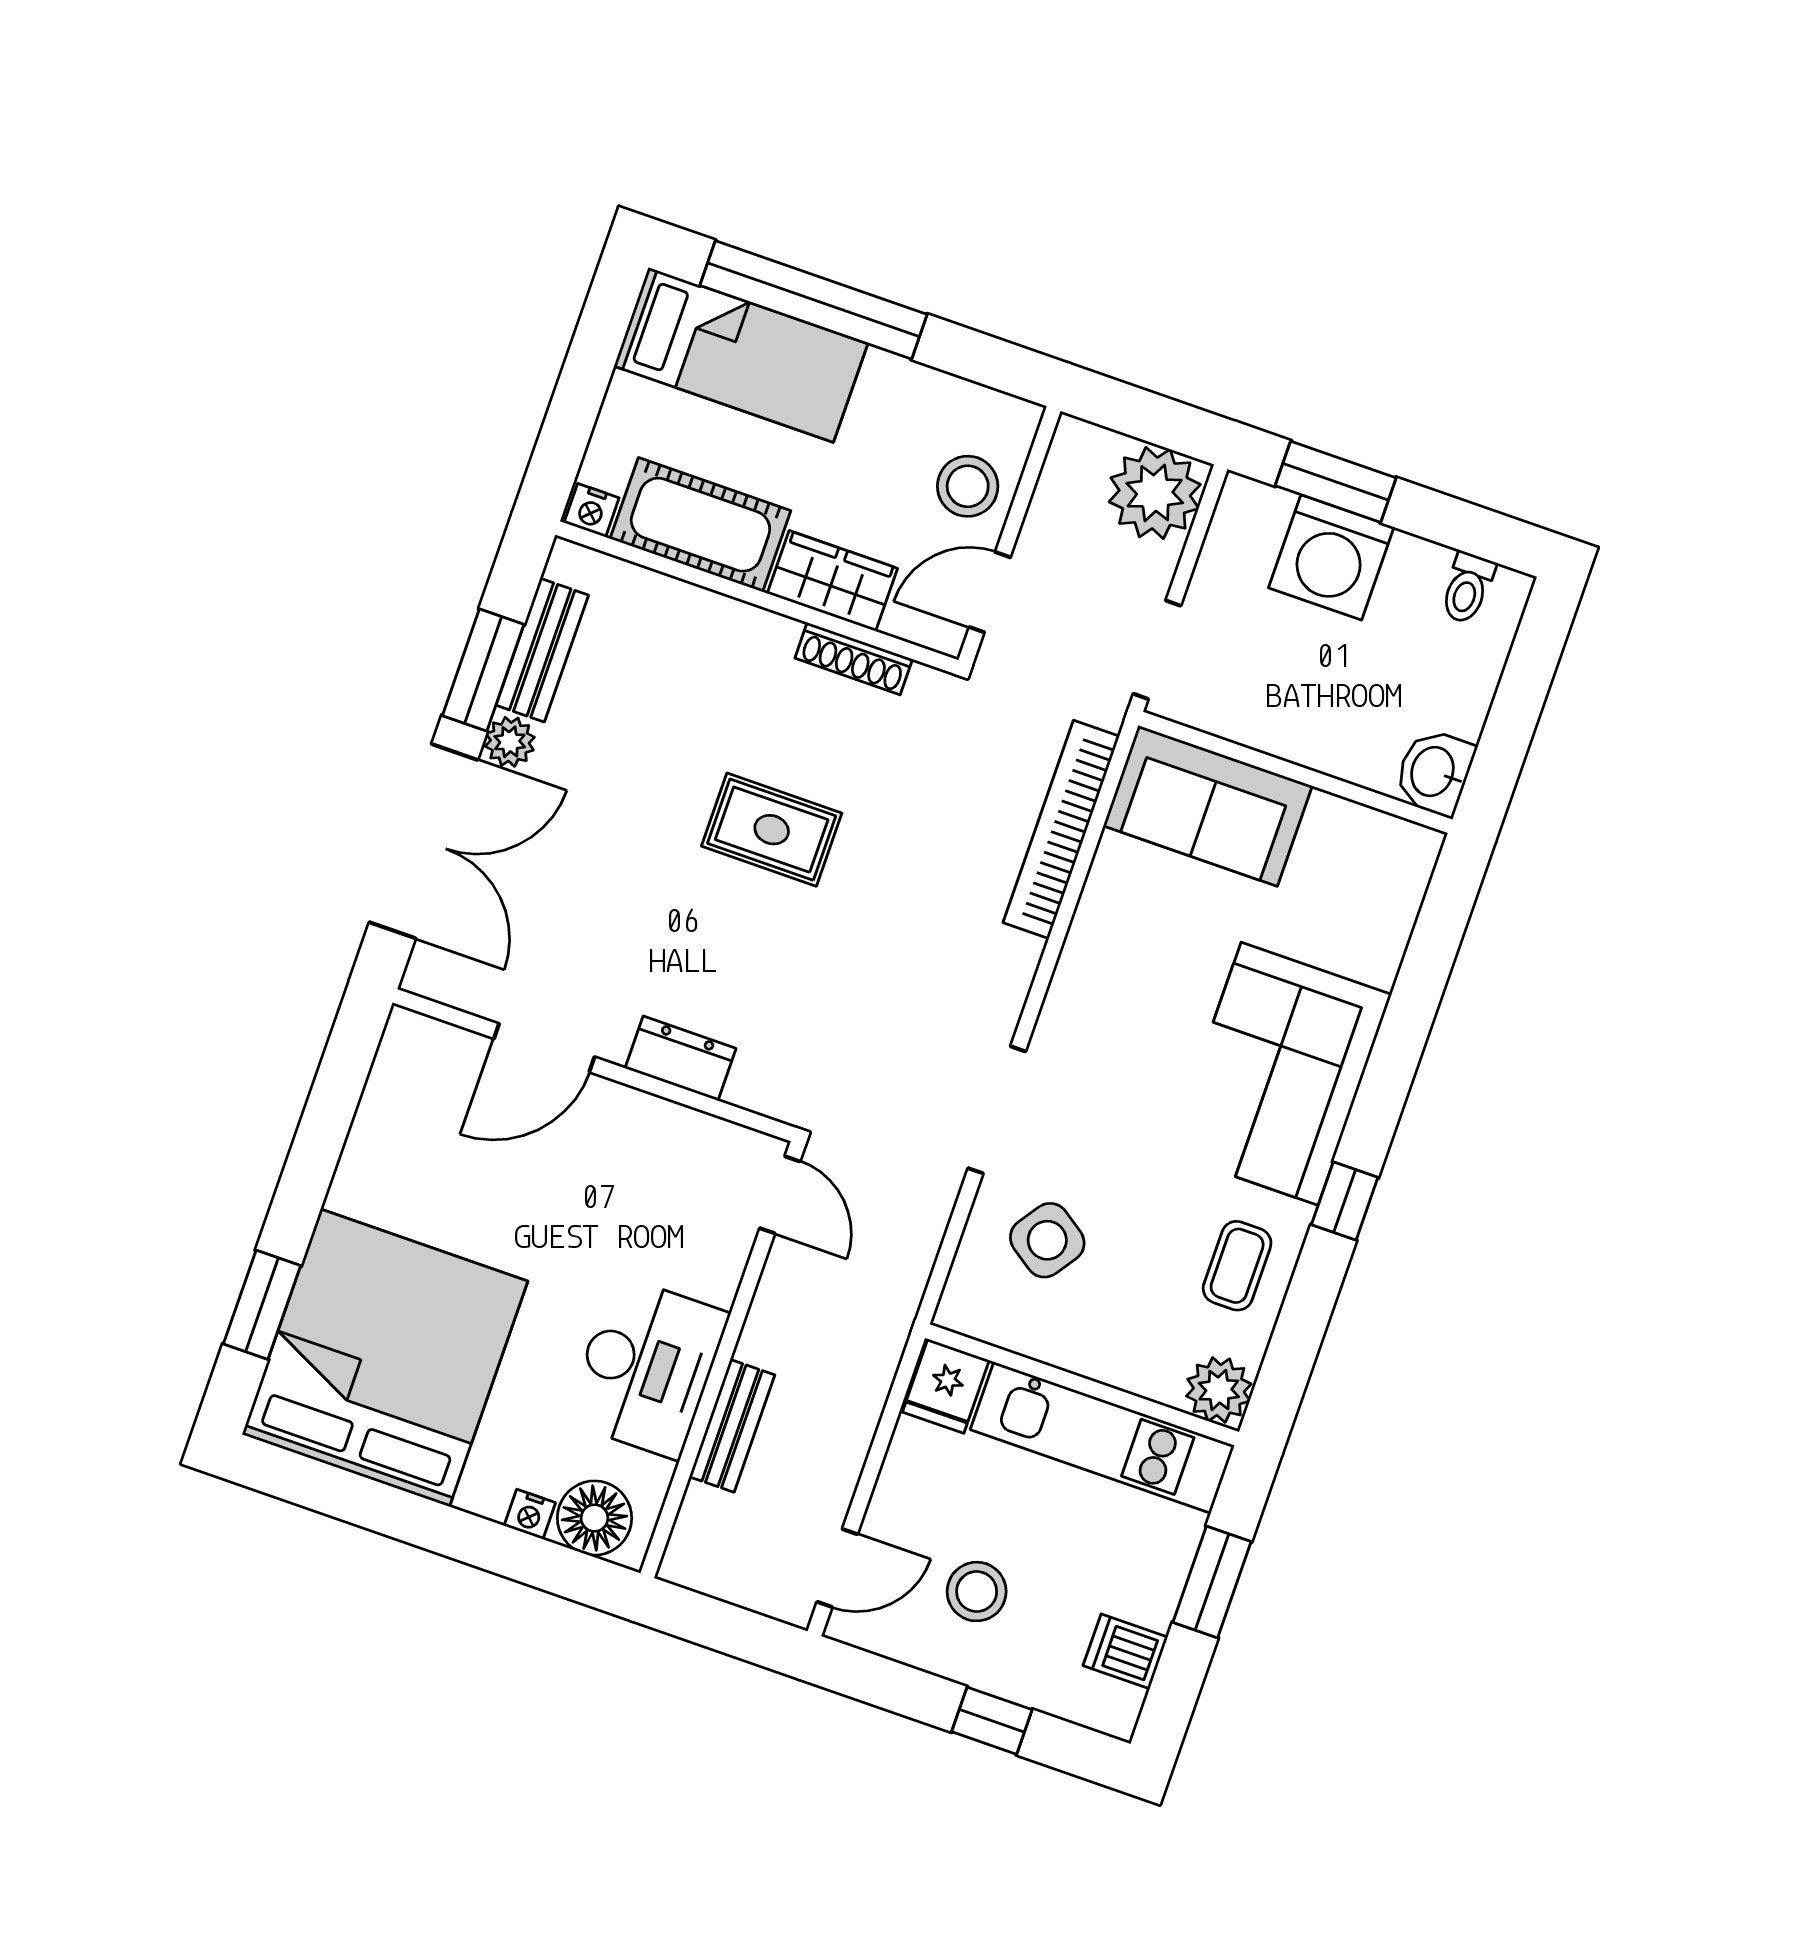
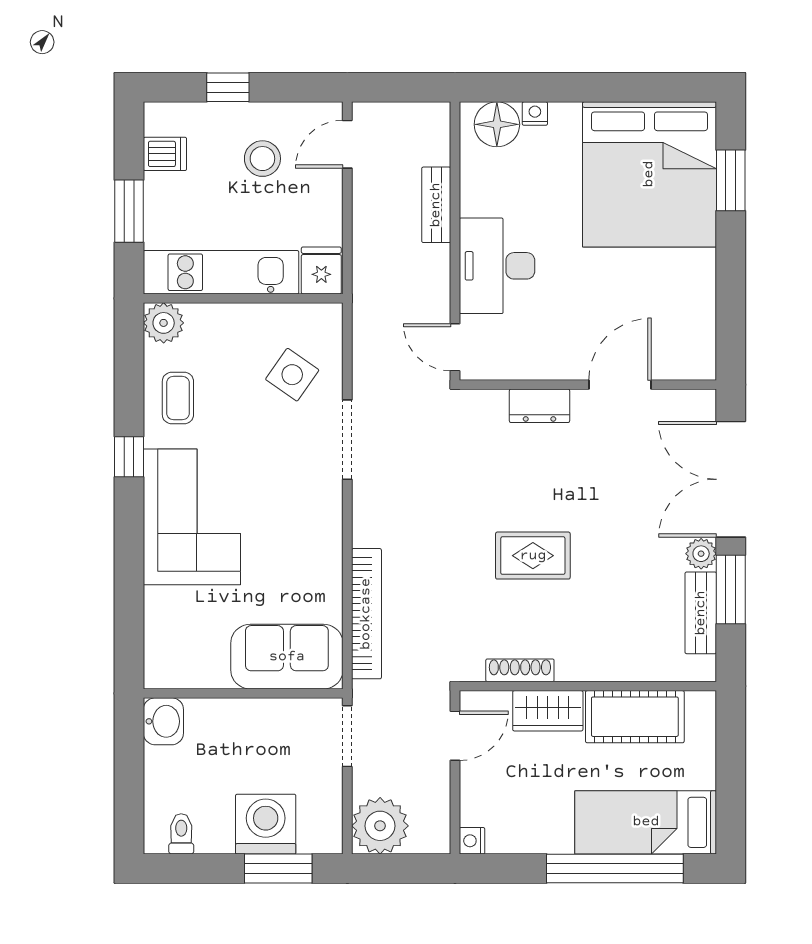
stool: (968, 486) -> (489, 792), removed
nightstand: (592, 510) -> (472, 841), moved, turned -90
desk: (647, 1367) -> (497, 266), moved

